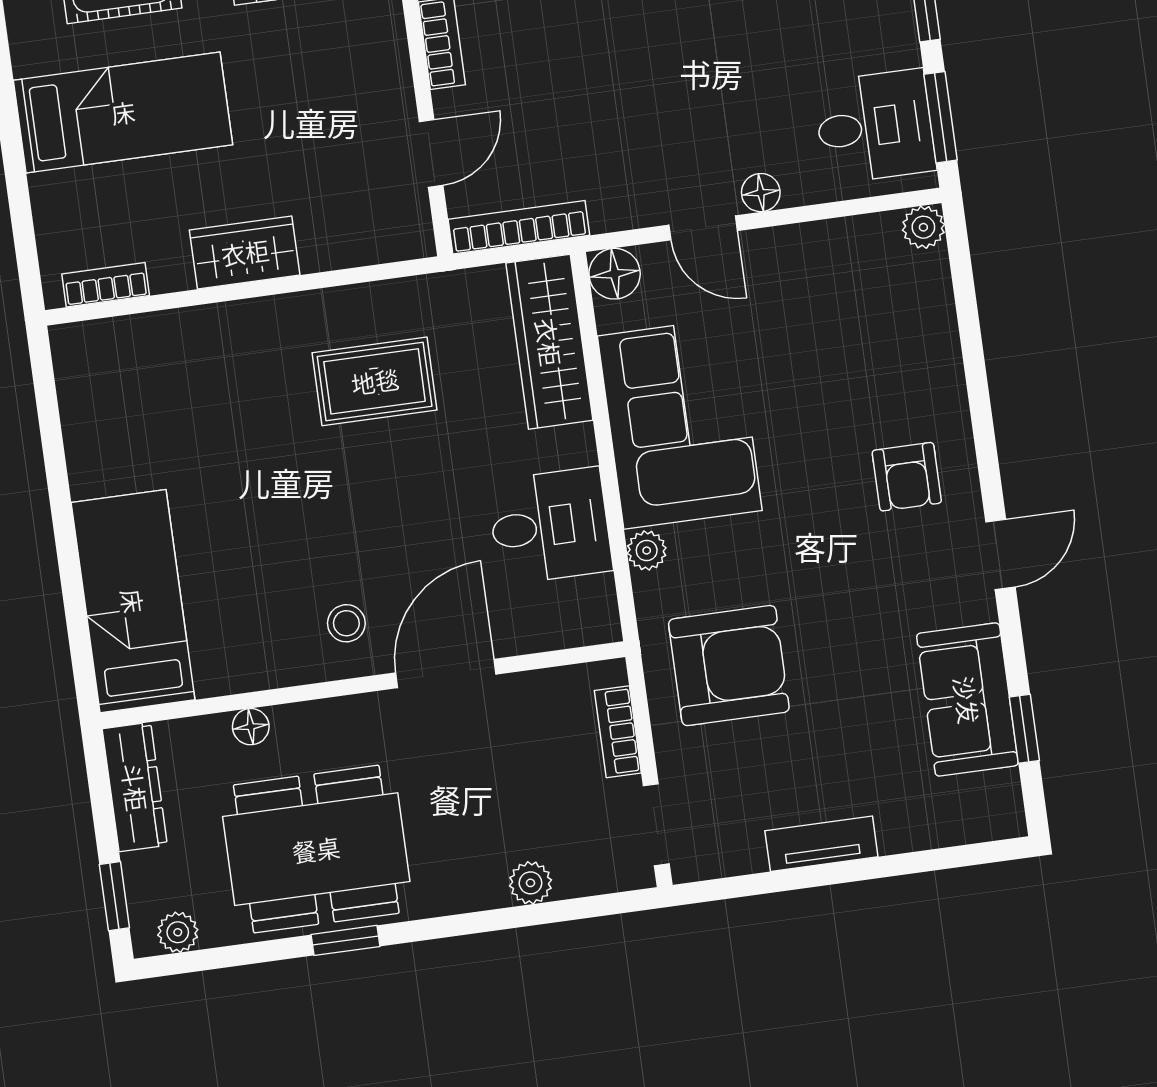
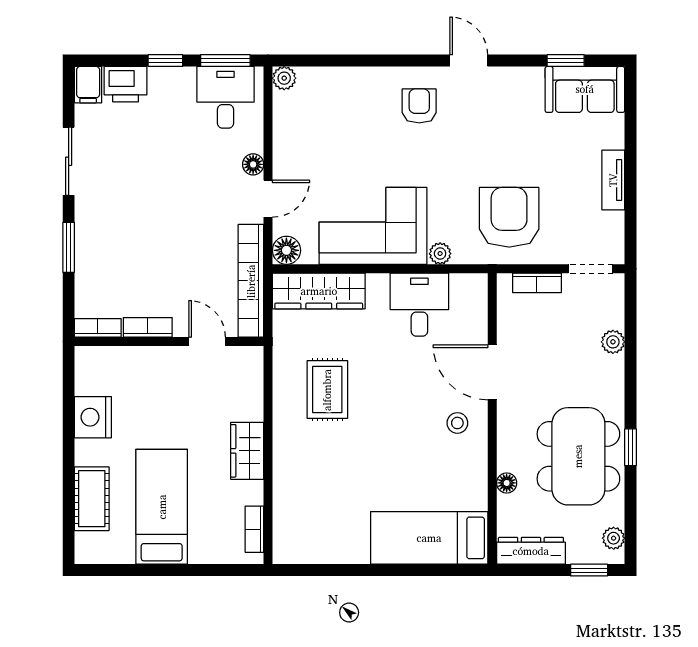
bookcase: (519, 227) -> (251, 281), width x1.48, depth x1.31
armchair: (907, 477) -> (419, 106), turned -90
sofa: (967, 700) -> (585, 89), moved

